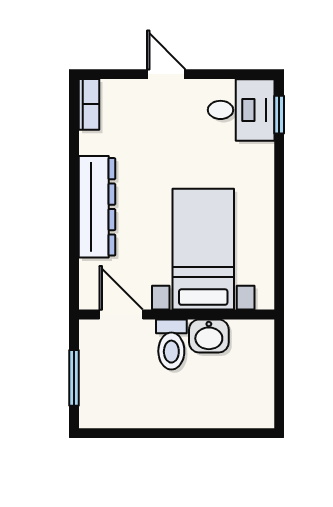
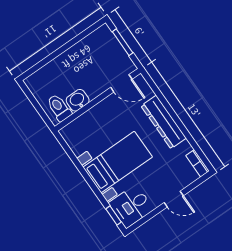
bed with nightstands: (203, 249) -> (118, 162), moved, turned -90
toilet: (171, 345) -> (59, 108), moved

